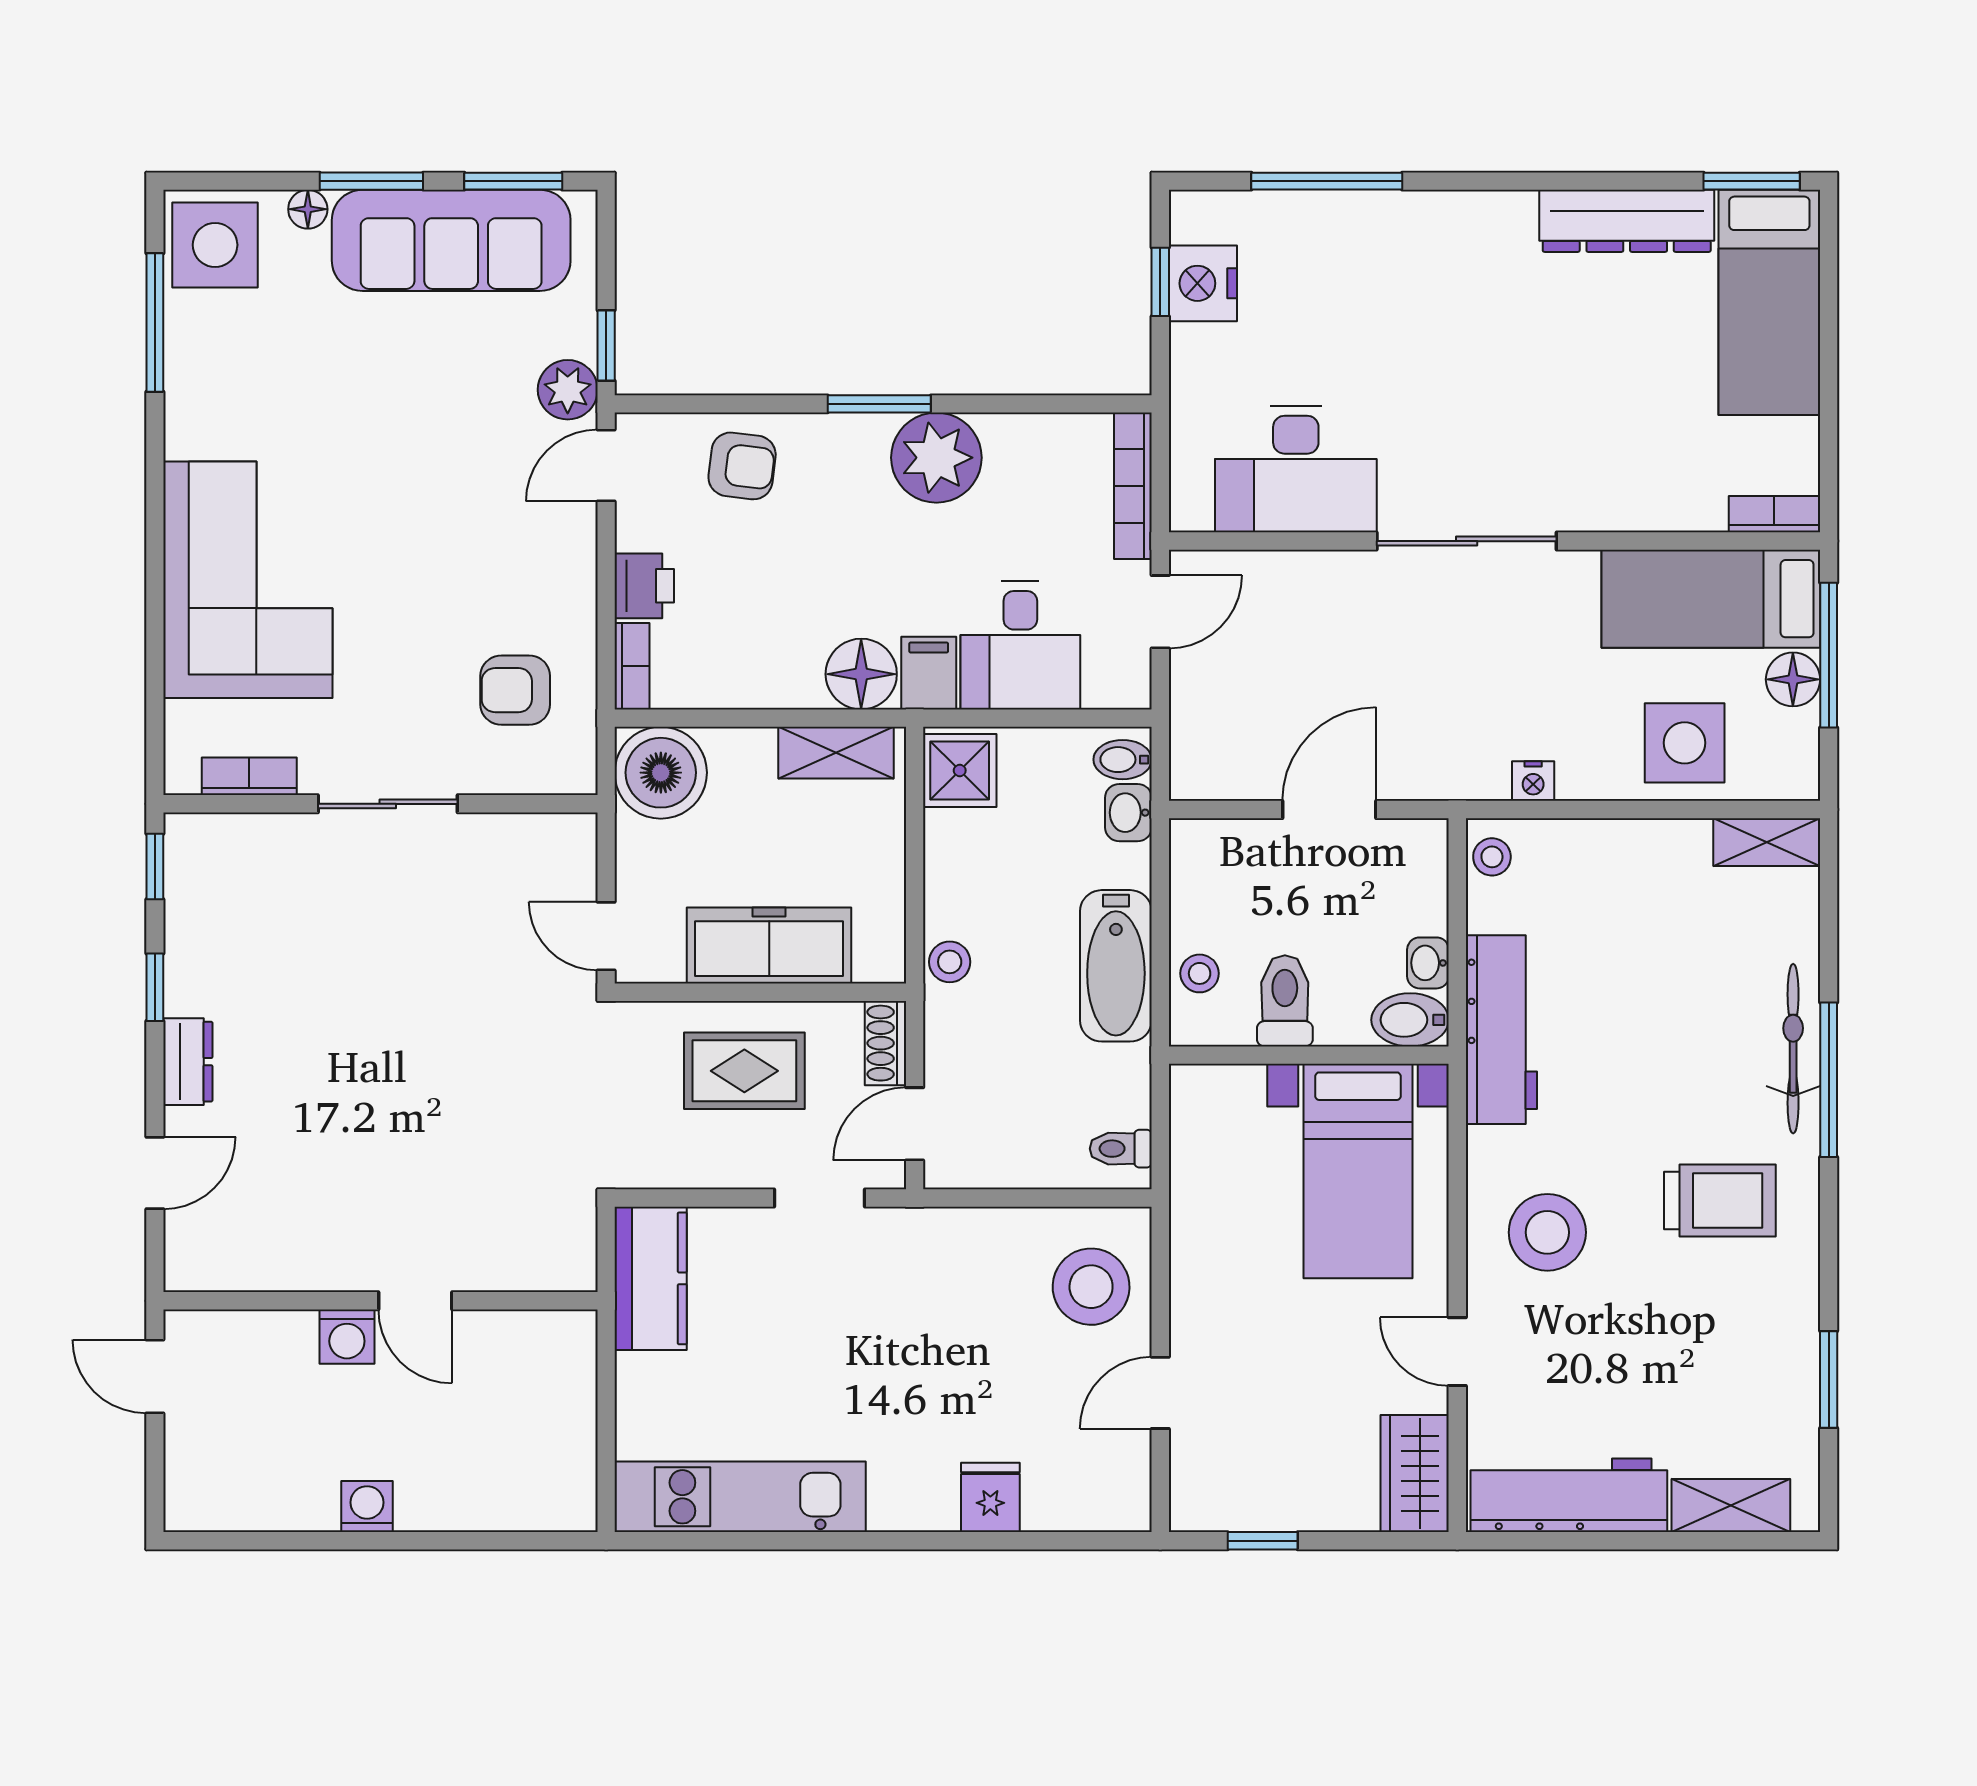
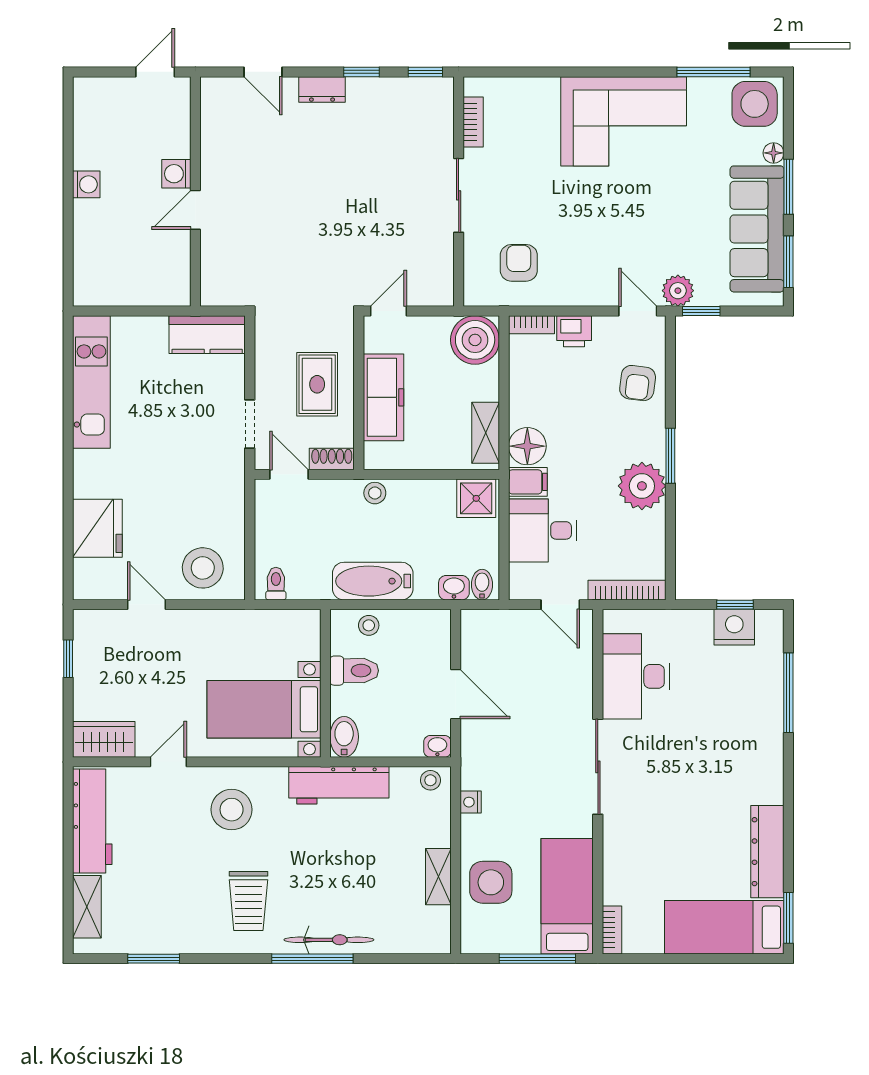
corner sofa: (248, 580) -> (624, 121), moved
floor lamp: (1793, 679) -> (524, 940), removed
shelving: (1767, 842) -> (438, 877), moved
washbasin: (1428, 963) -> (437, 746), moved
fridge: (990, 1497) -> (97, 528), width x1.88, depth x1.34

